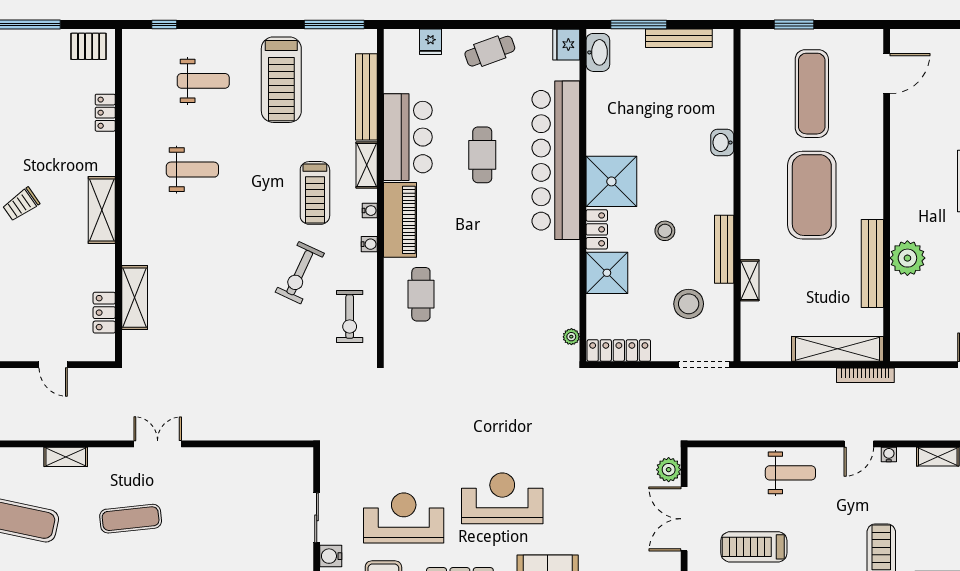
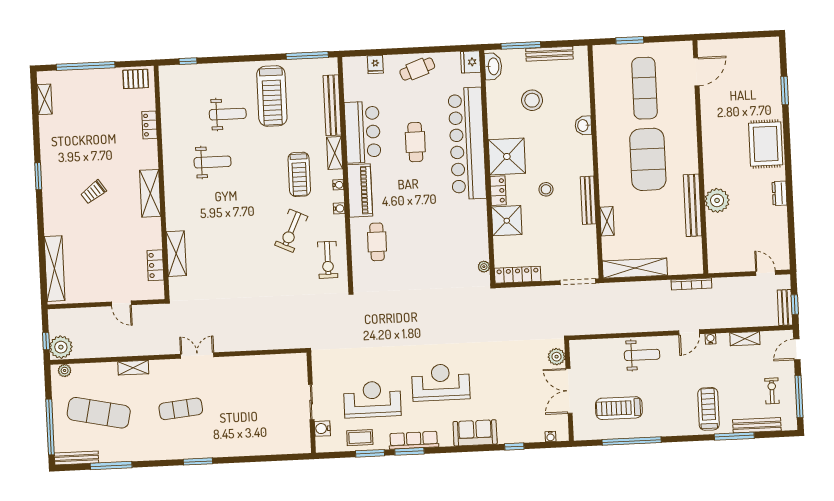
weight bench: (203, 81) -> (228, 114), moved
stool: (689, 304) -> (532, 100), moved
shelving: (837, 349) -> (635, 268), moved

